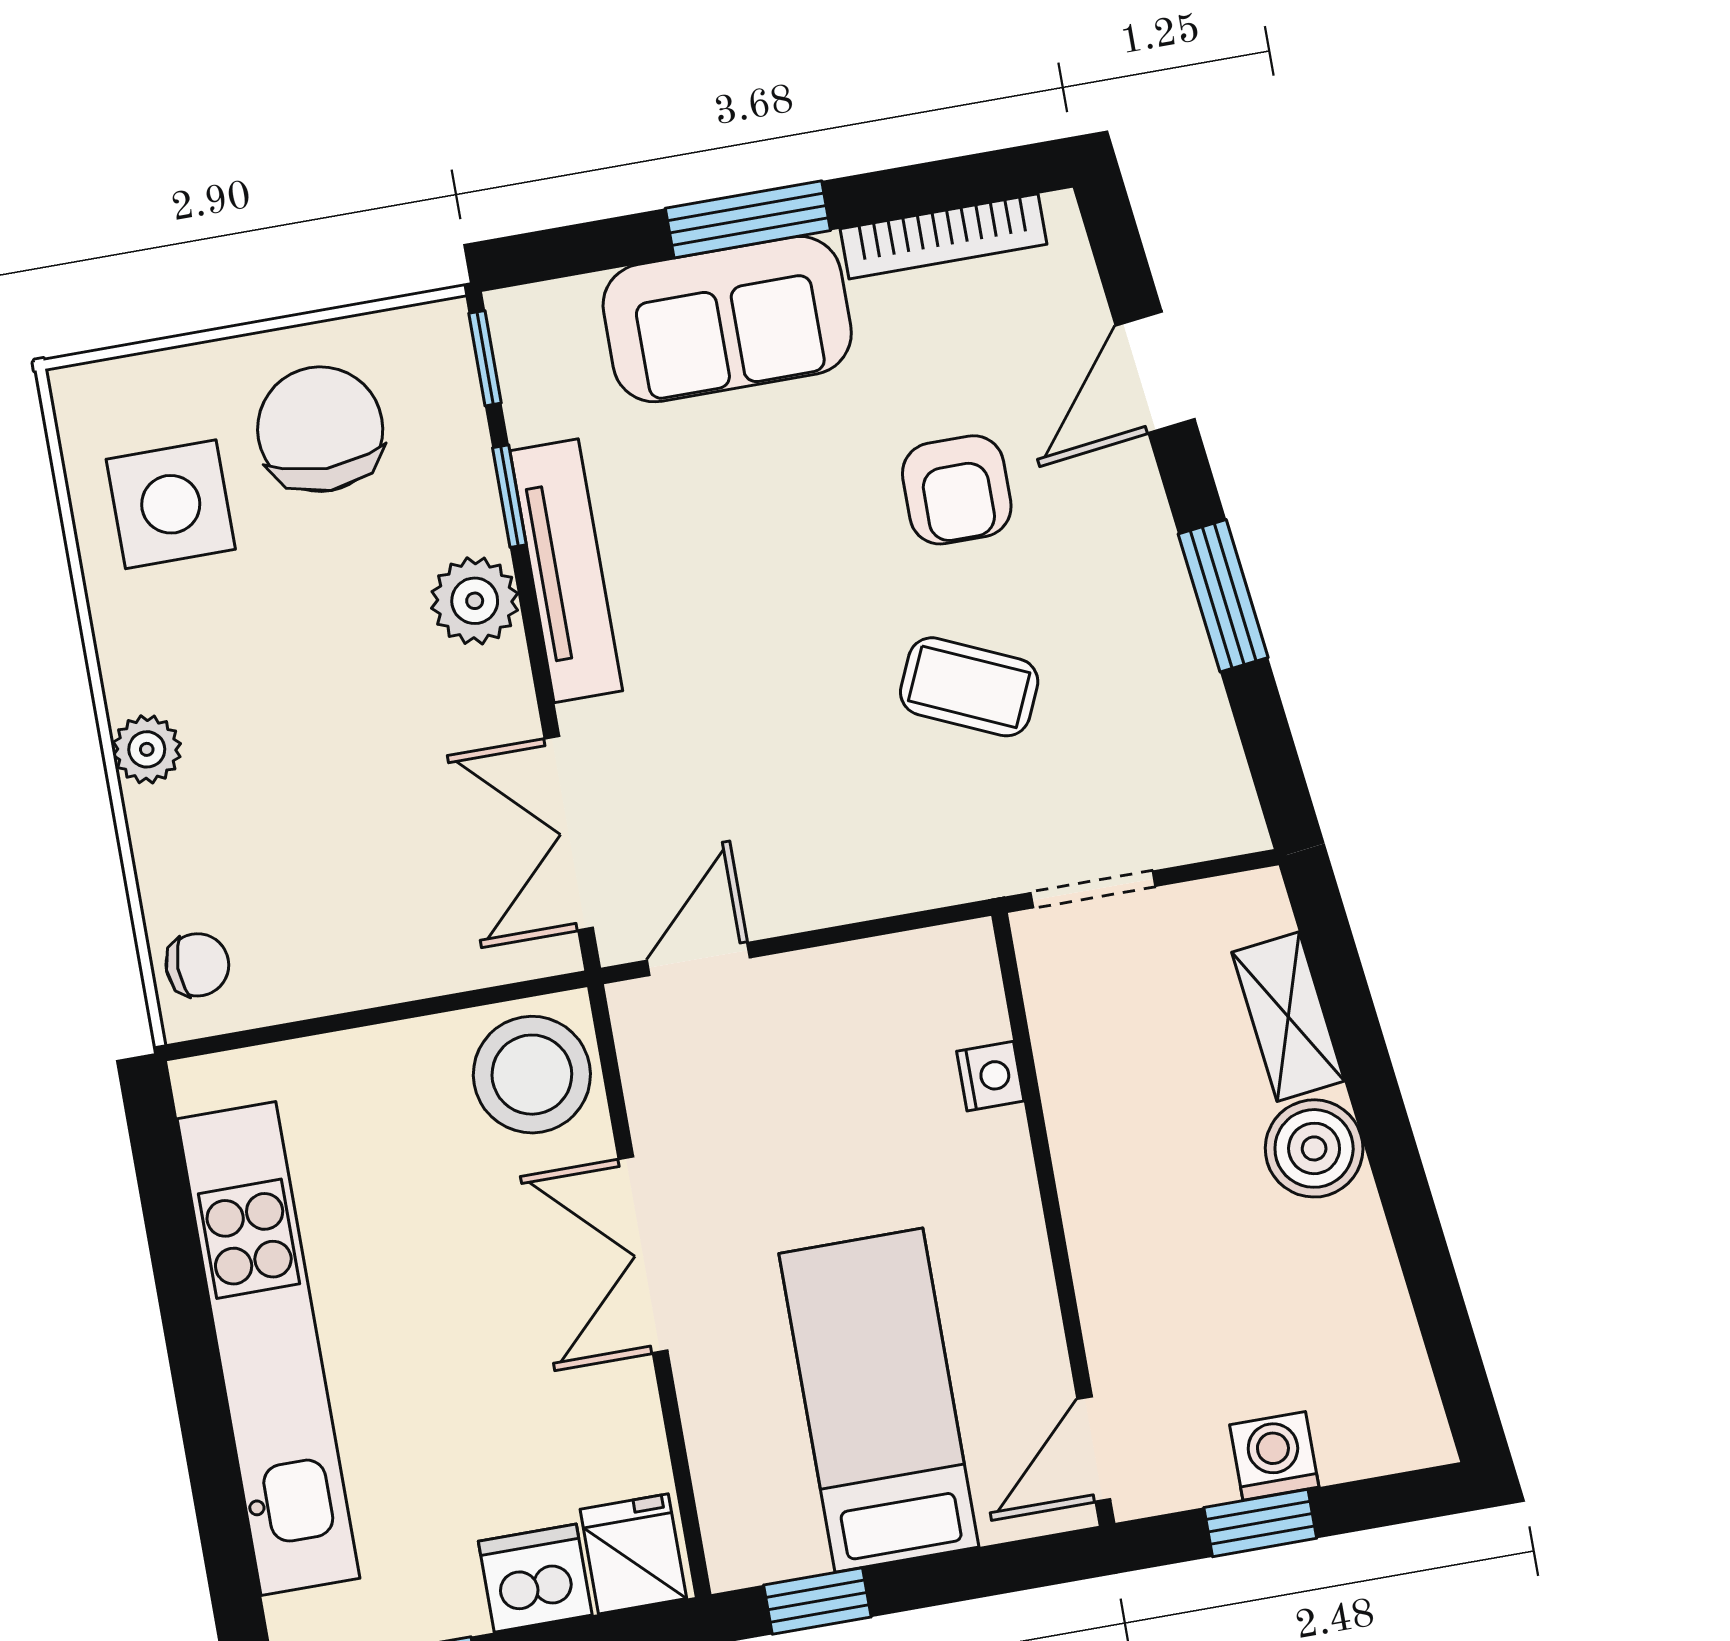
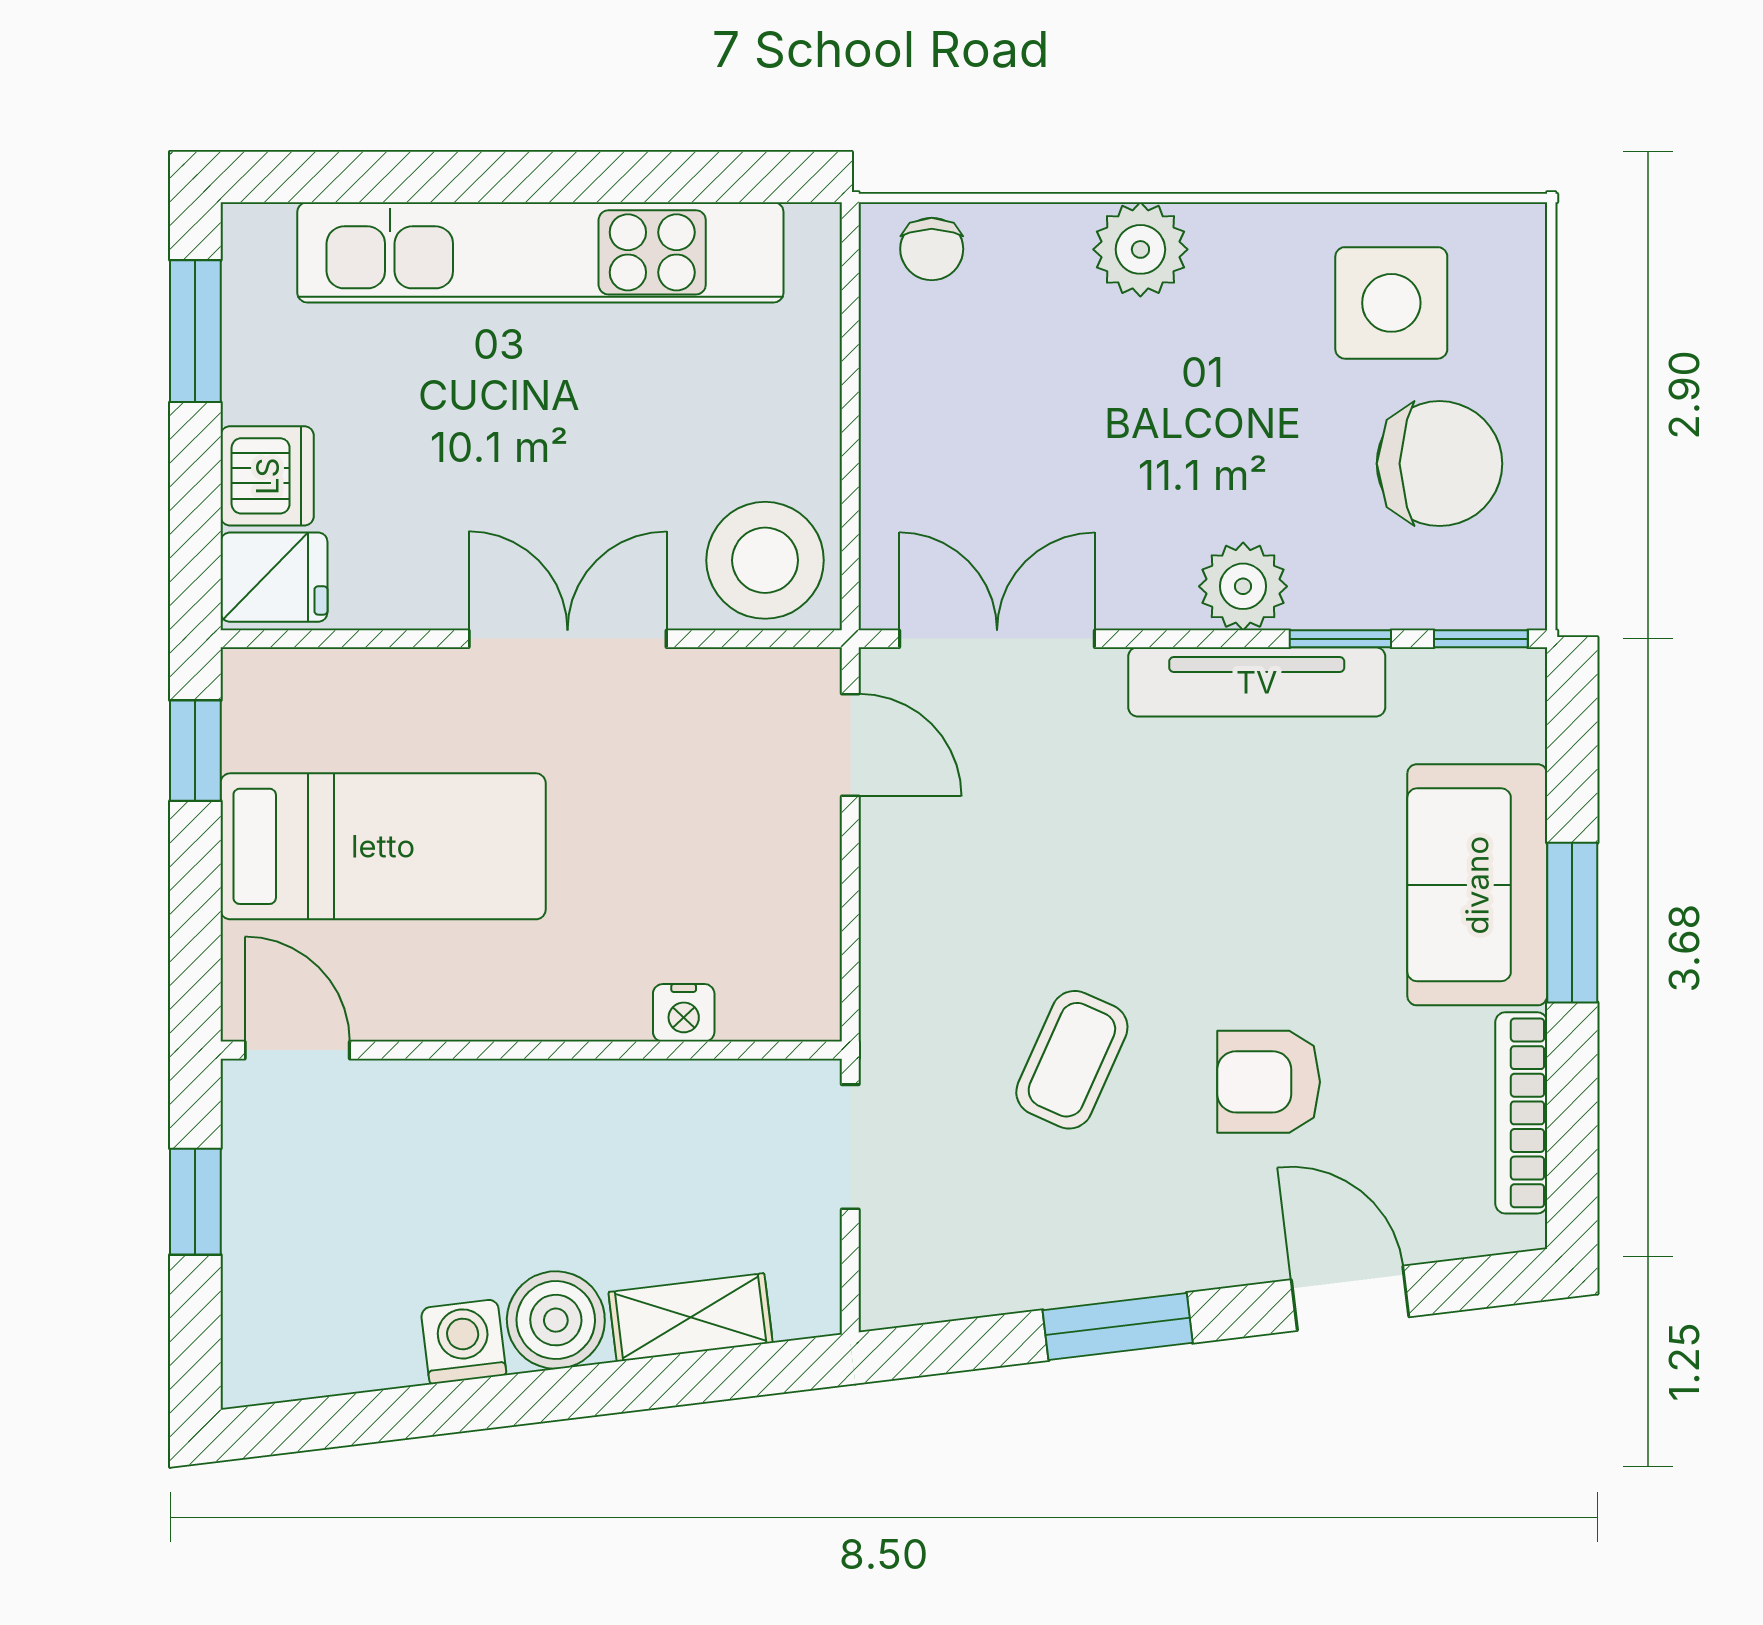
plant: (147, 749) -> (1140, 249), width x1.38, depth x1.38
washing machine: (1274, 1456) -> (464, 1342), moved, turned -97

